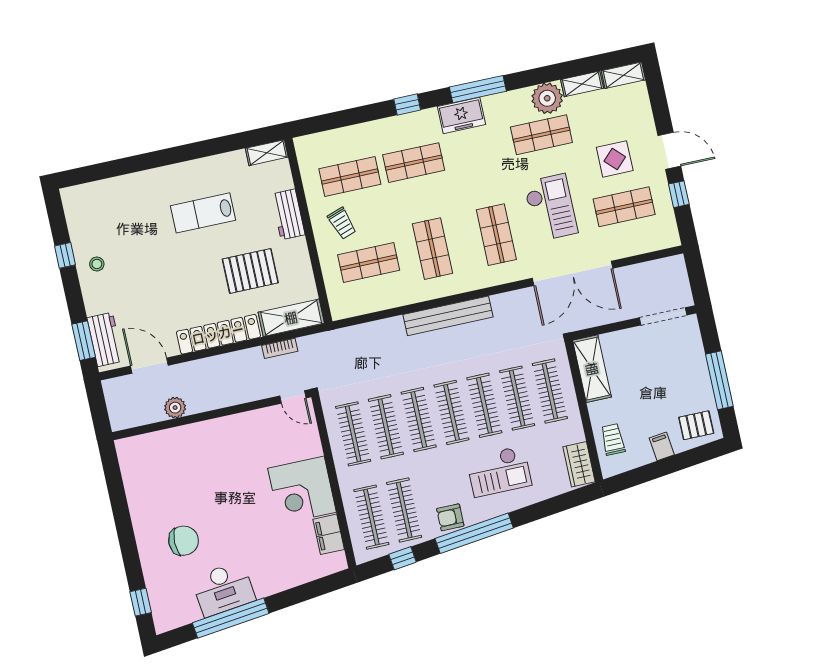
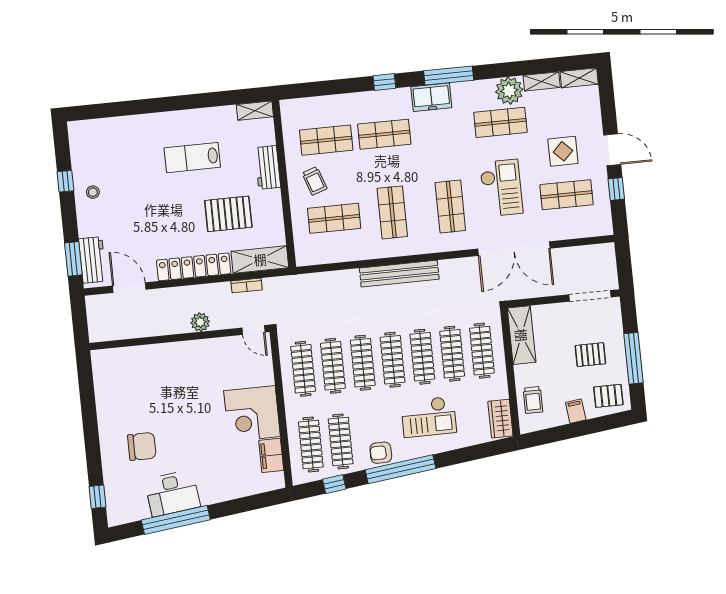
pallet: (671, 382) -> (590, 355), added
plant: (175, 408) -> (200, 322), moved
trolley: (613, 439) -> (533, 400), turned 180

